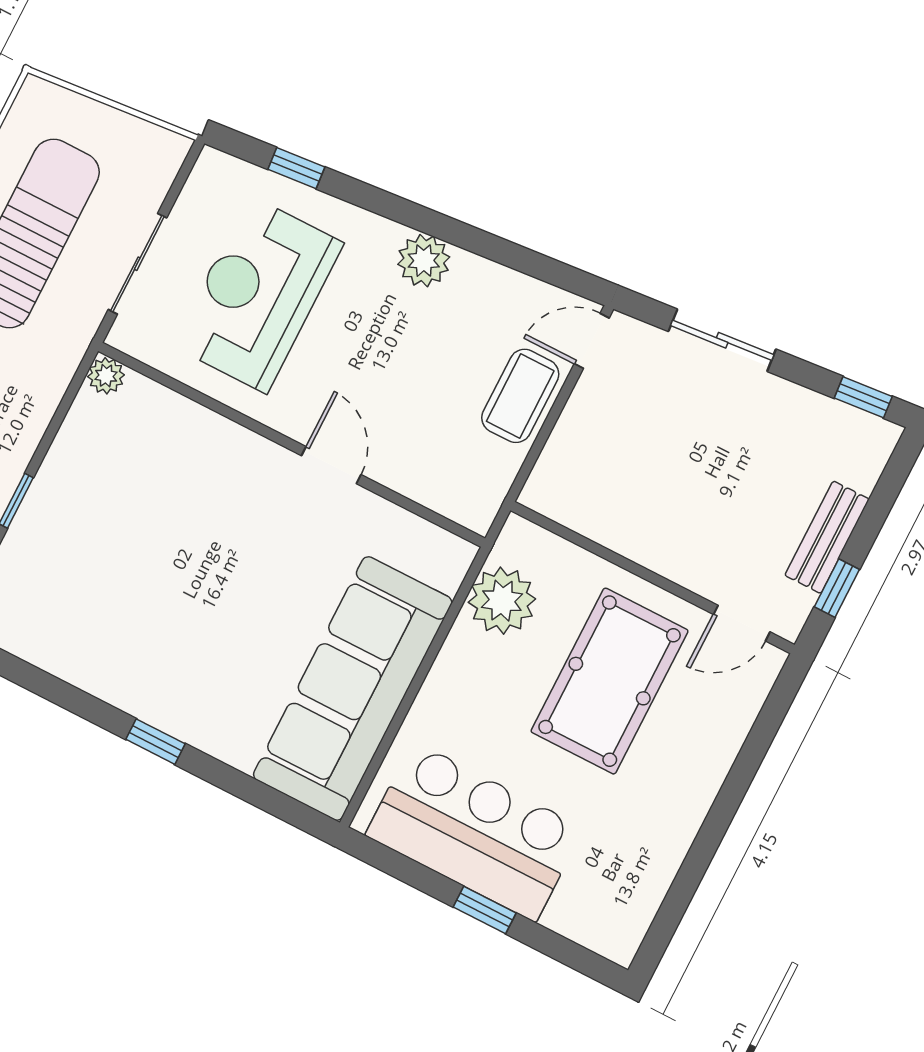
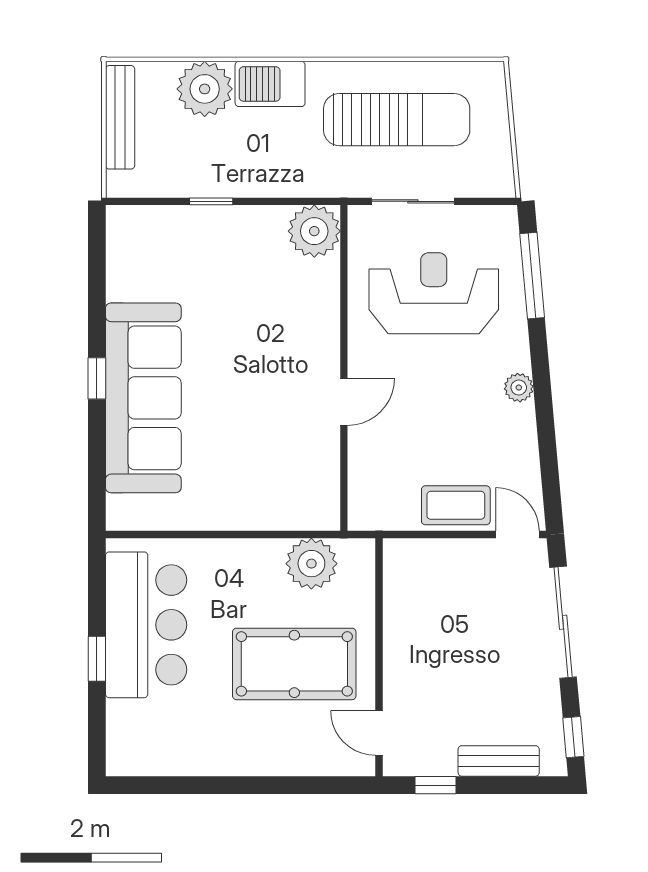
window: (296, 168) -> (532, 276), width x2.17
plant: (424, 261) -> (519, 388), width x0.73, depth x0.73
sliding door: (722, 340) -> (563, 622), width x1.37
plant: (106, 376) -> (314, 231), width x1.88, depth x1.88
bench: (827, 537) -> (499, 761), moved
sofa: (353, 689) -> (143, 398), moved, turned 90

